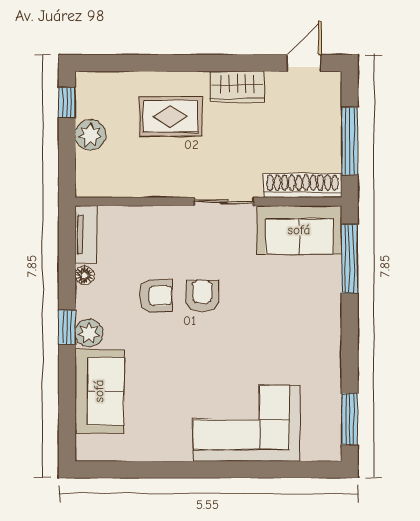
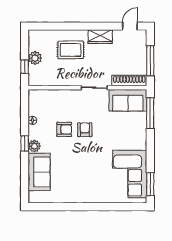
window: (67, 102) -> (25, 67), moved
tv unit: (86, 235) -> (33, 102), removed
corner sofa: (246, 423) -> (130, 174), moved, turned -90

